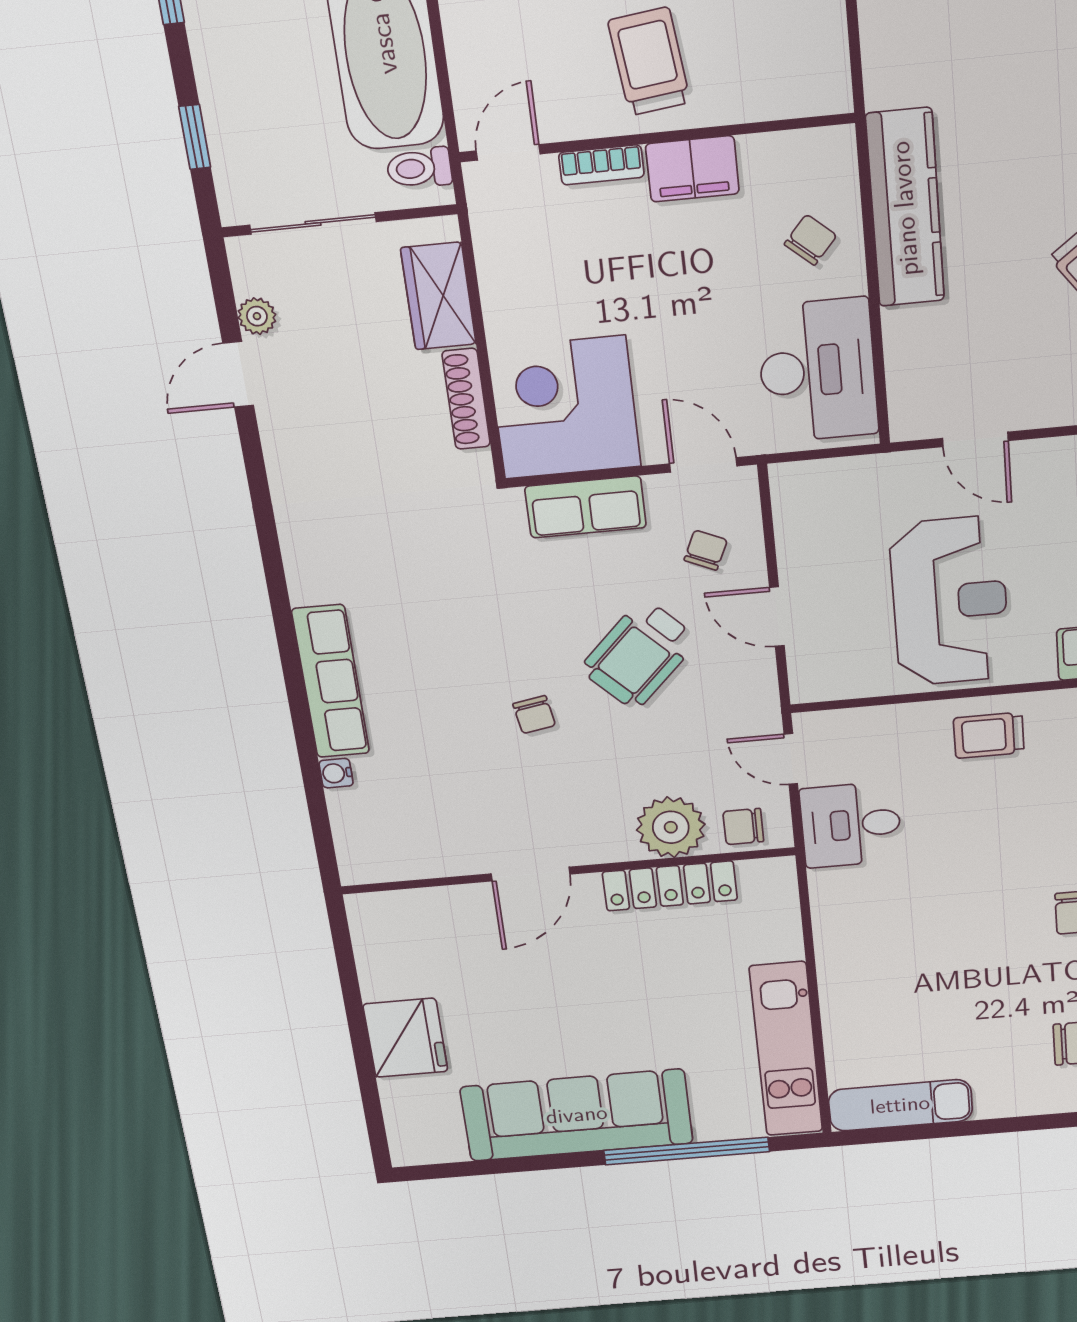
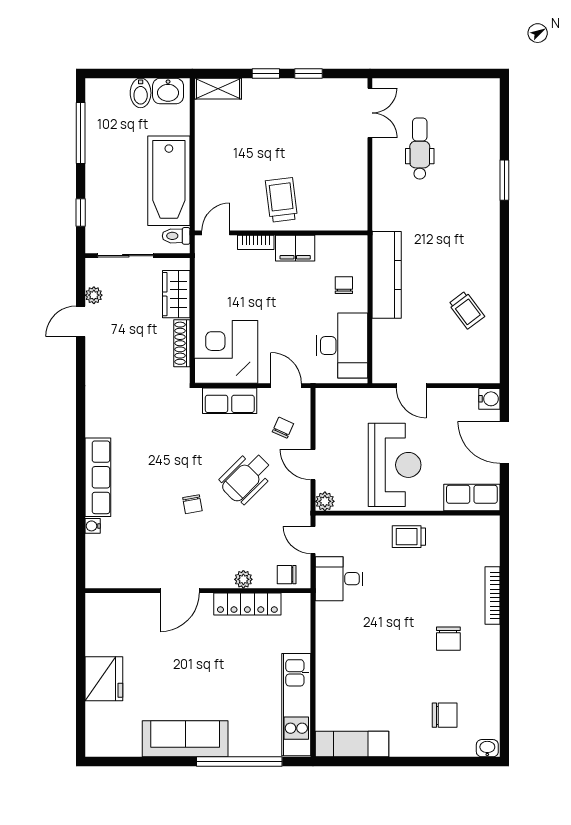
chair: (810, 240) -> (344, 285), turned -41
plant: (808, 685) -> (325, 501), added
plant: (671, 827) -> (243, 579), width x0.53, depth x0.53
sofa: (577, 1115) -> (185, 739), width x0.74, depth x0.79

